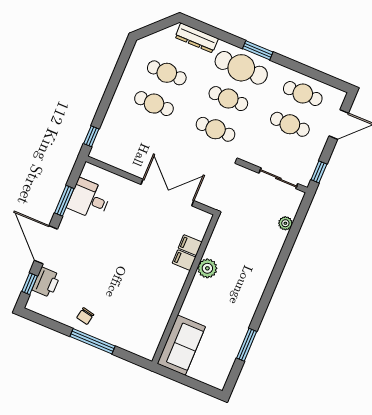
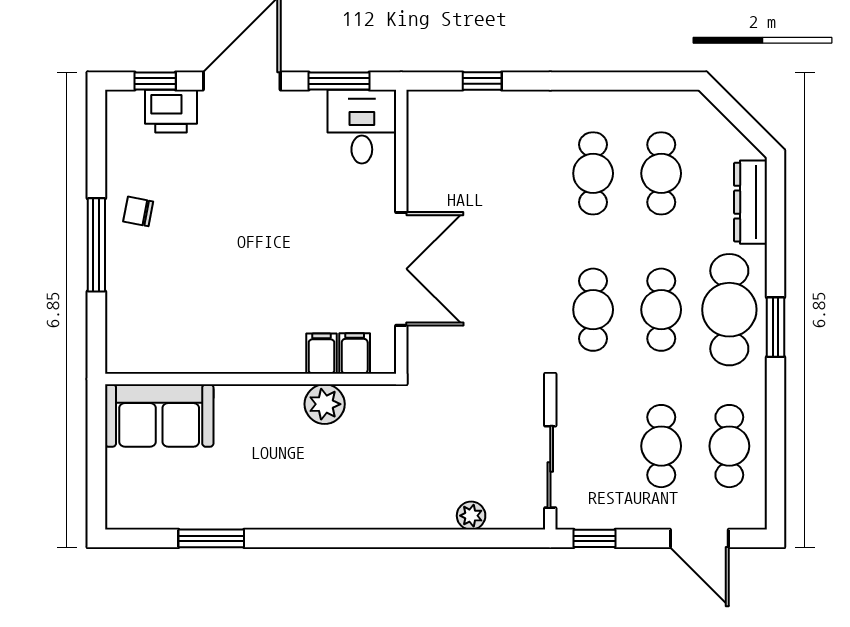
wall: (151, 186) -> (401, 232), moved
double door: (167, 193) -> (401, 269), moved

